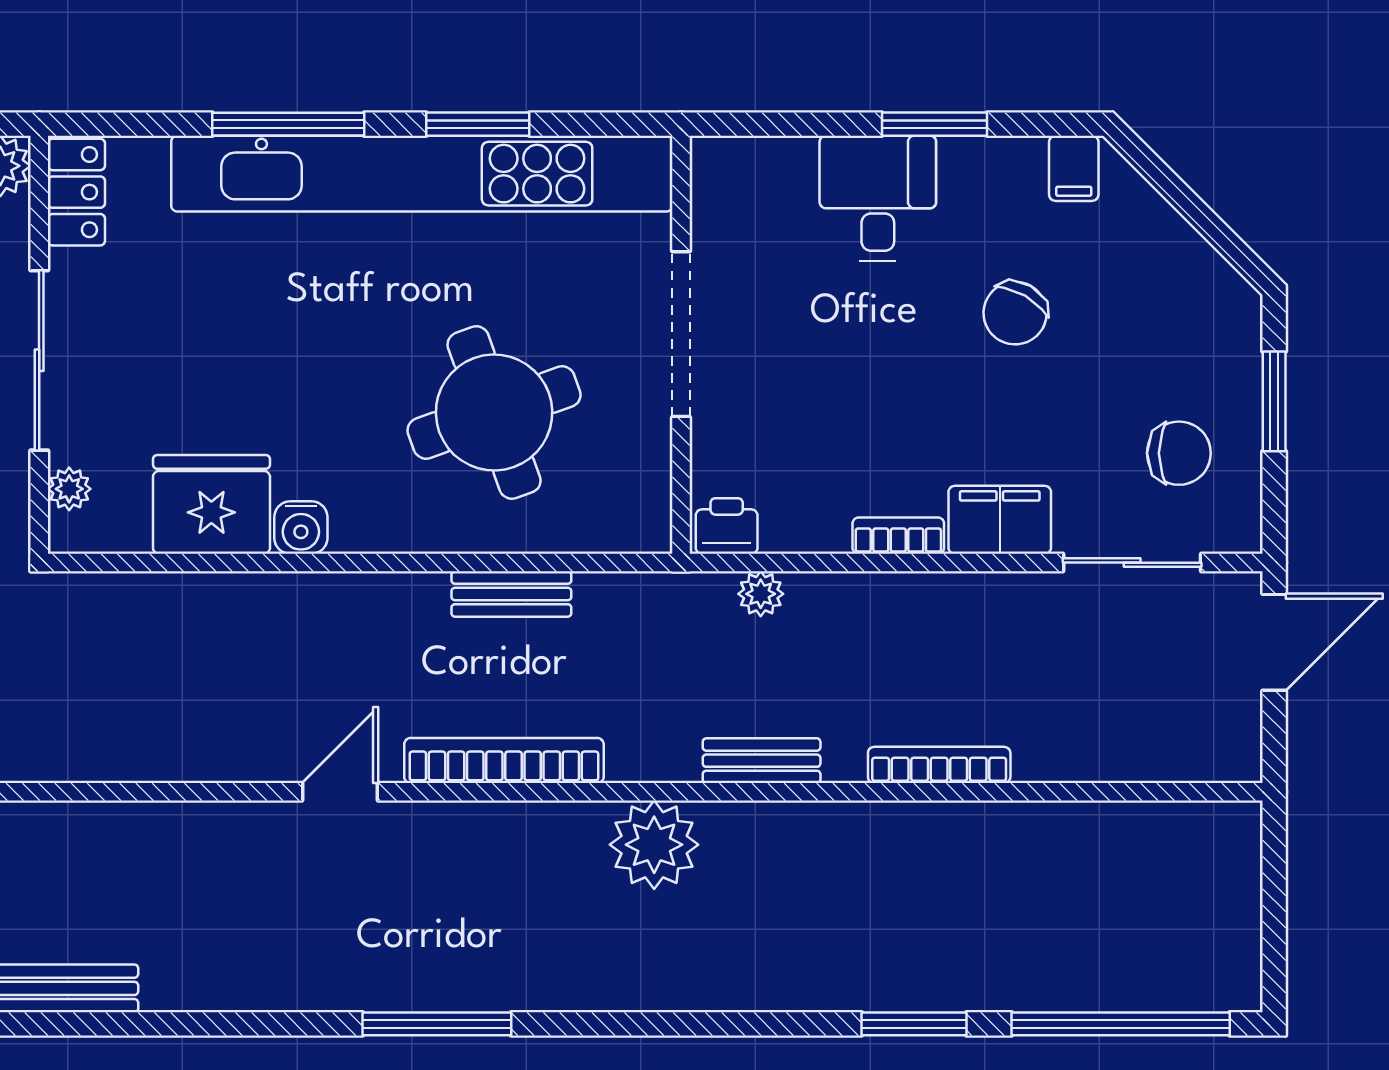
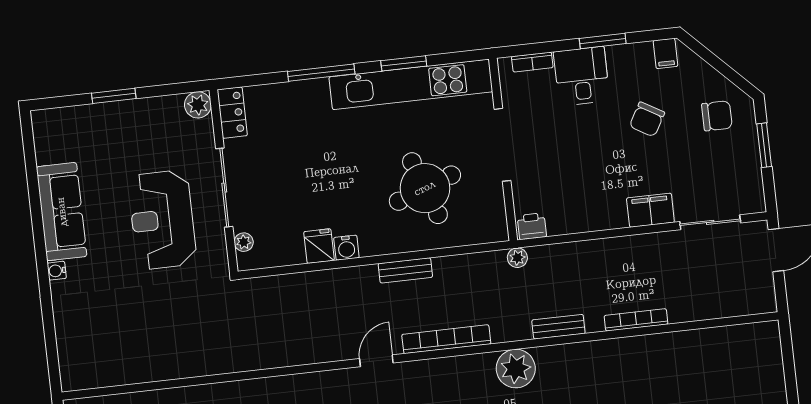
kitchen unit: (422, 174) -> (411, 84), width x0.73
chair: (1179, 453) -> (717, 116), moved
fridge: (211, 504) -> (319, 246), width x0.53, depth x0.75
bookcase: (898, 536) -> (532, 62), moved, turned 180
bench: (511, 594) -> (405, 270), moved
plant: (761, 594) -> (517, 258), moved

